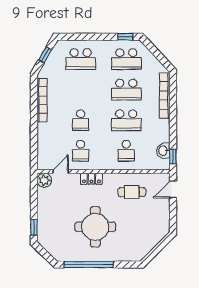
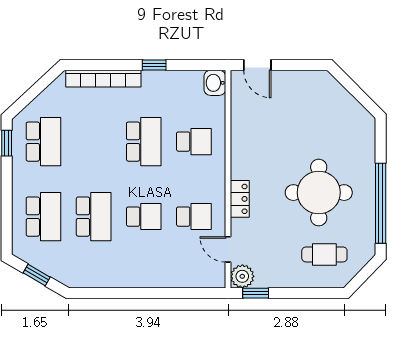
school desk: (126, 90) -> (94, 217), moved
bookcase: (42, 100) -> (111, 280), removed
washbasin: (163, 151) -> (215, 83), moved, turned 90
window: (173, 157) -> (154, 65), moved
cafe table: (132, 192) -> (324, 254), moved, turned 90
window: (34, 227) -> (256, 293), moved

